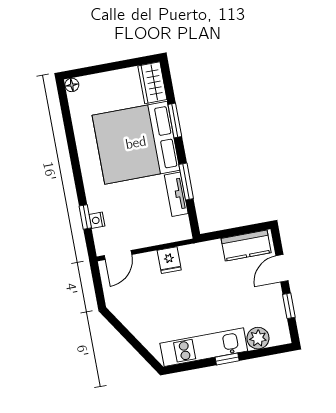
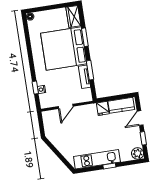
door: (118, 255) -> (66, 106), moved
fridge: (169, 260) -> (103, 108), moved
plant: (258, 338) -> (138, 153), moved

